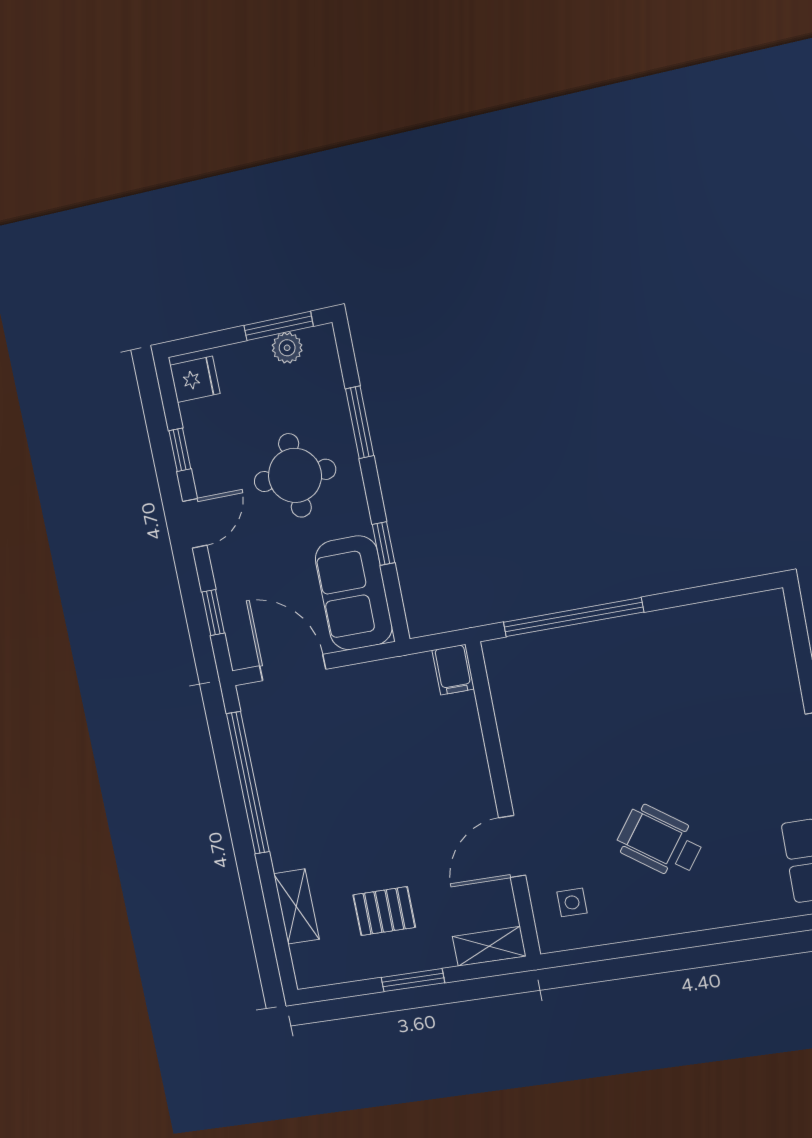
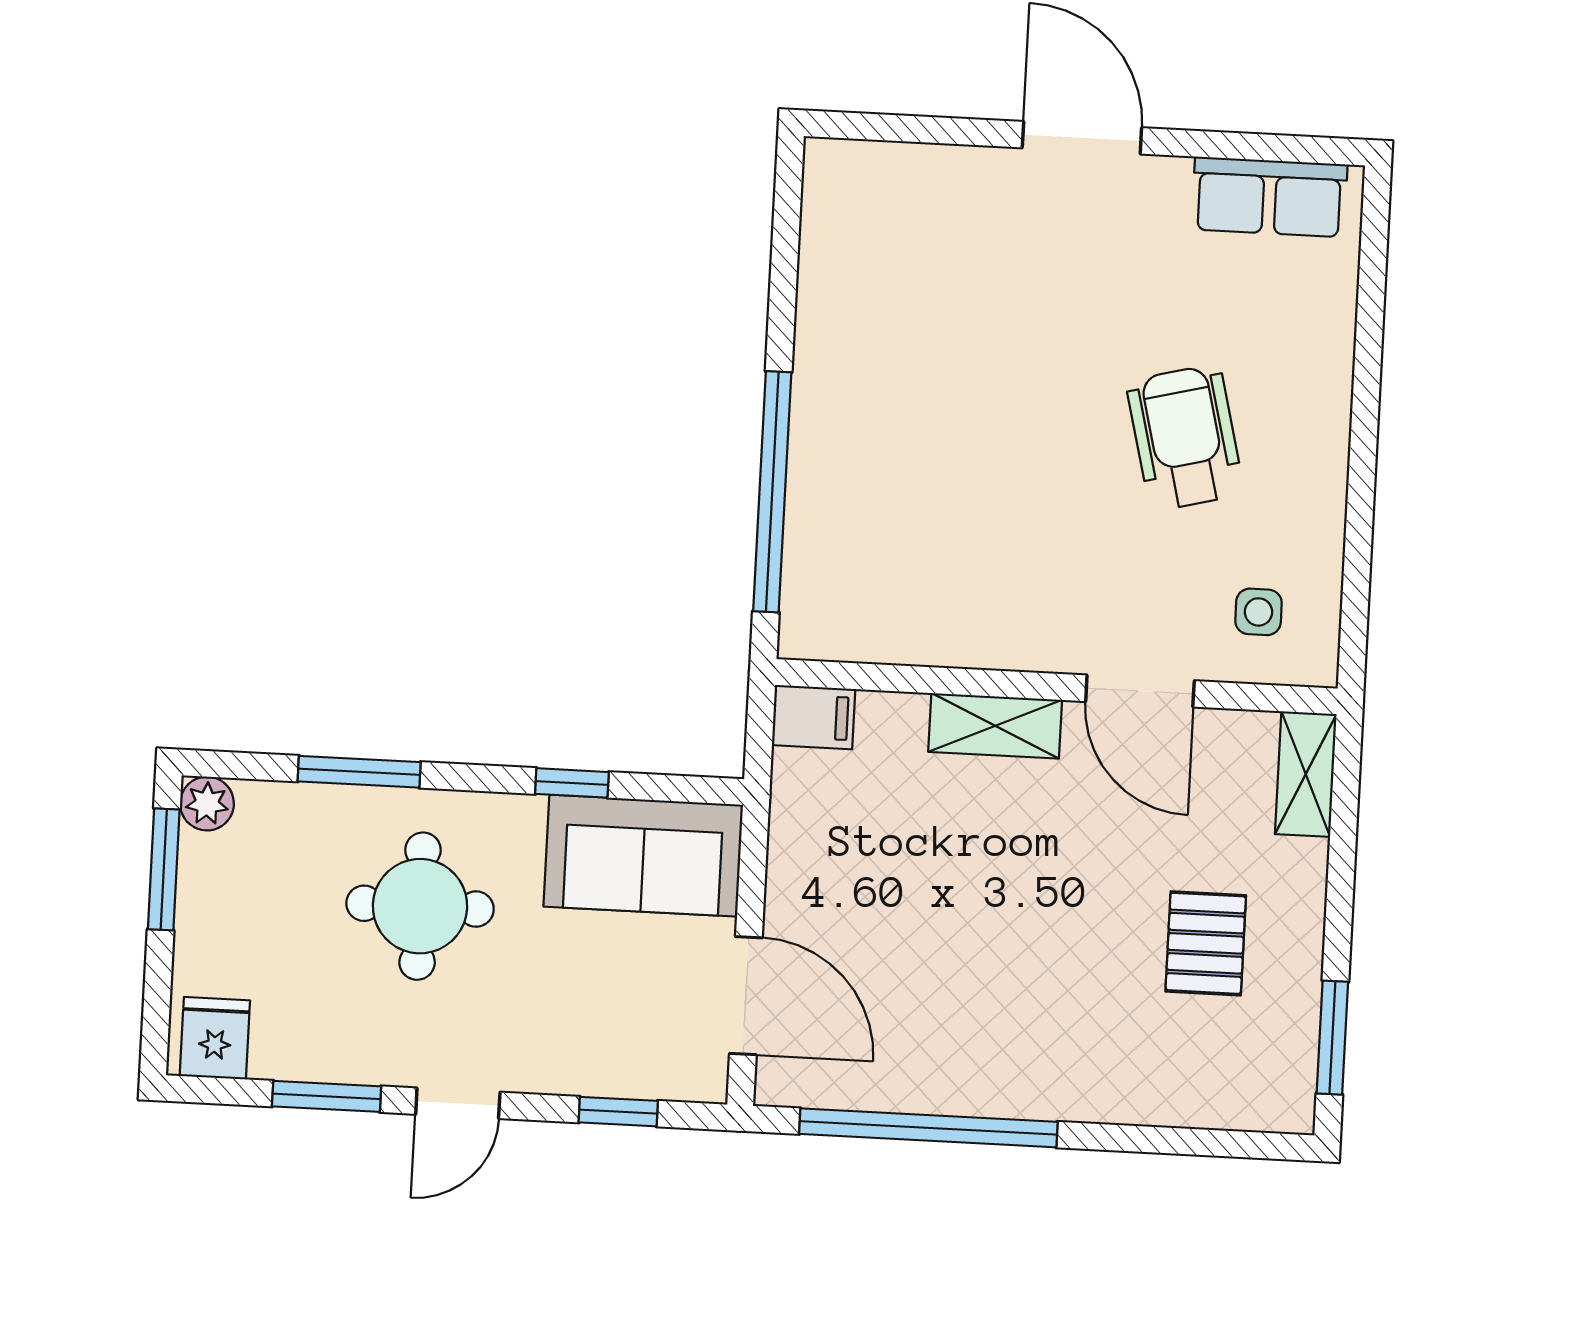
plant: (287, 348) -> (207, 804), moved
window: (180, 450) -> (327, 1096), width x1.50
door: (195, 523) -> (458, 1103), swing flipped
door: (293, 668) -> (746, 996), swing flipped
wheelchair: (660, 842) -> (1185, 438), turned 130
shelving: (296, 906) -> (995, 726), moved
window: (413, 980) -> (1332, 1038), moved

